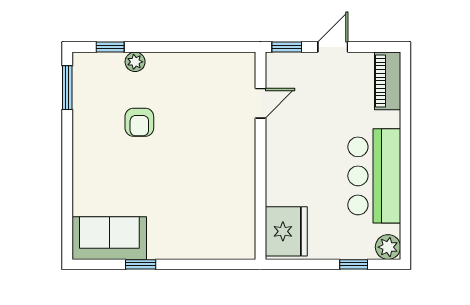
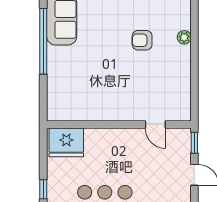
window: (110, 47) -> (194, 20), removed
window: (141, 264) -> (43, 41), width x3.17

